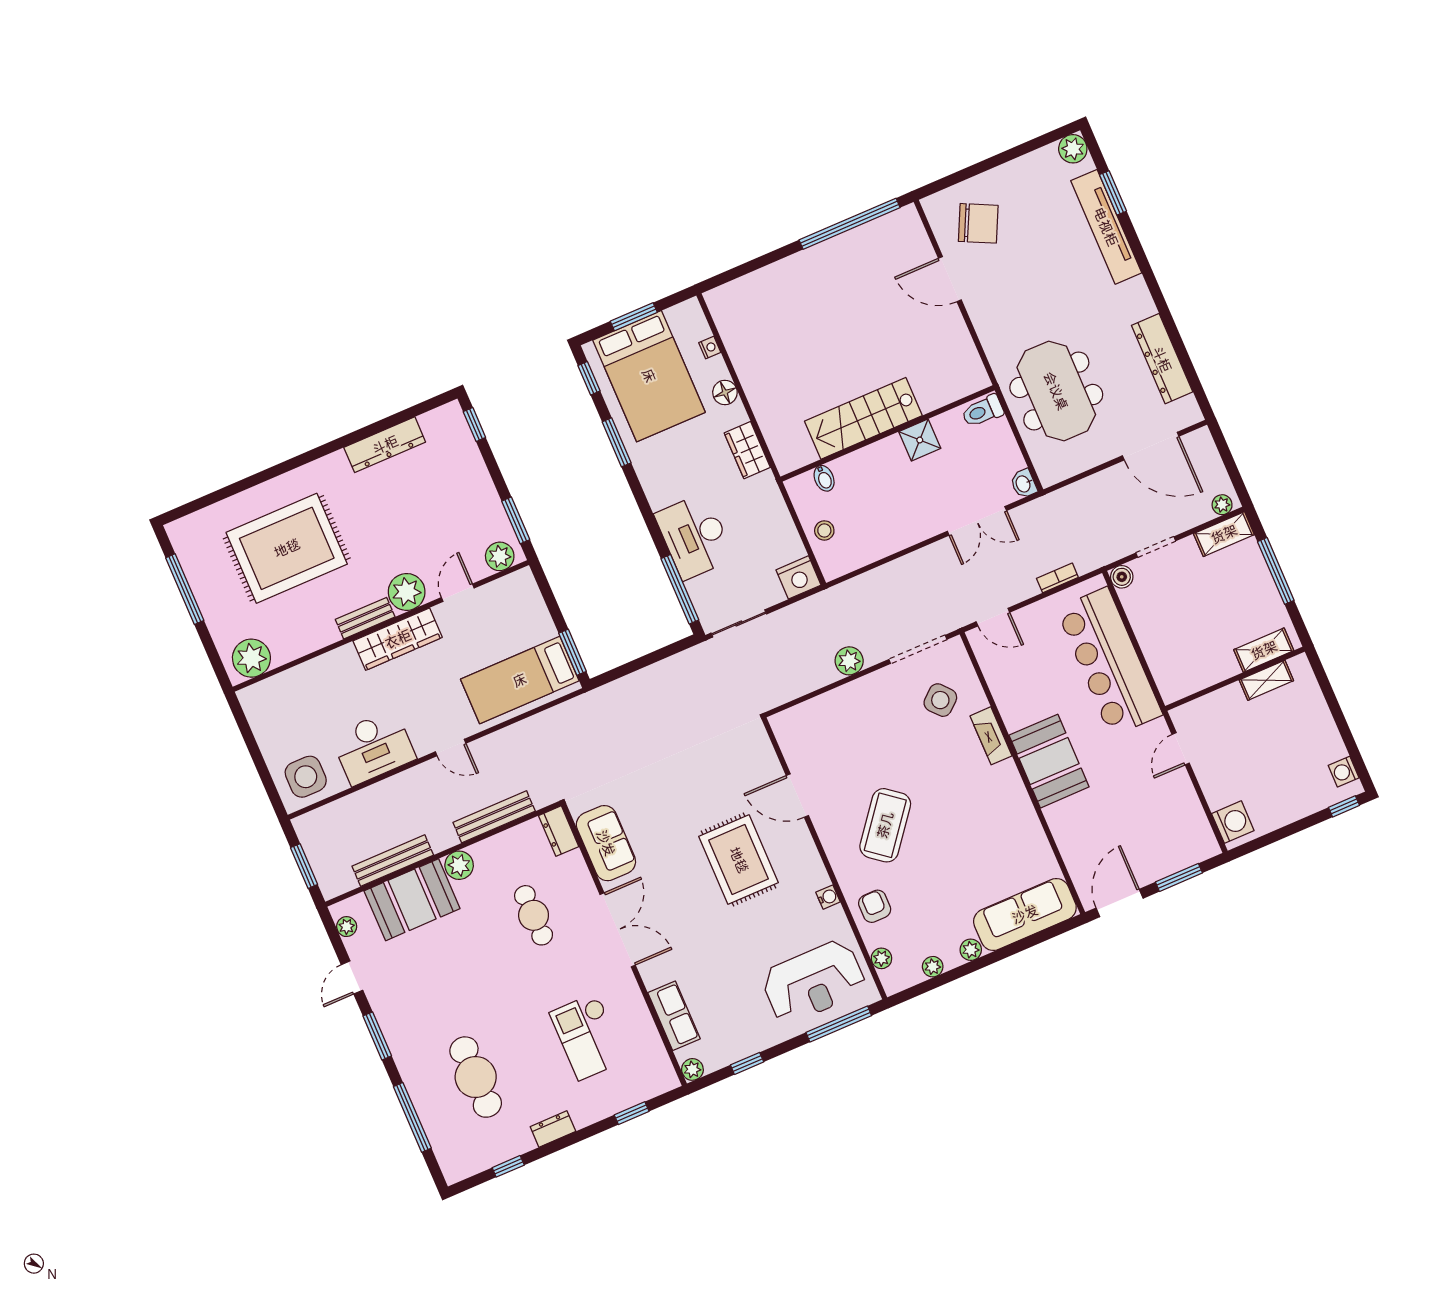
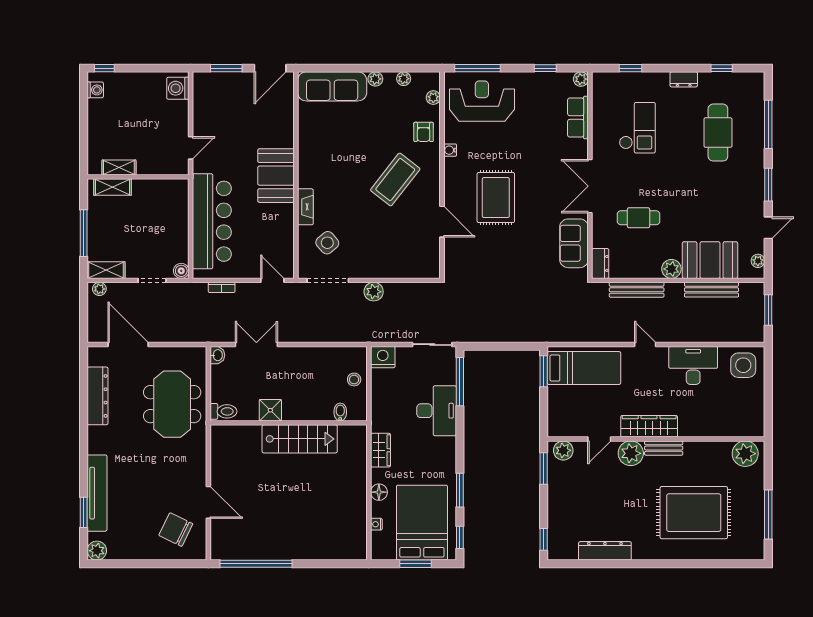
cafe table: (534, 915) -> (638, 218), turned 90

